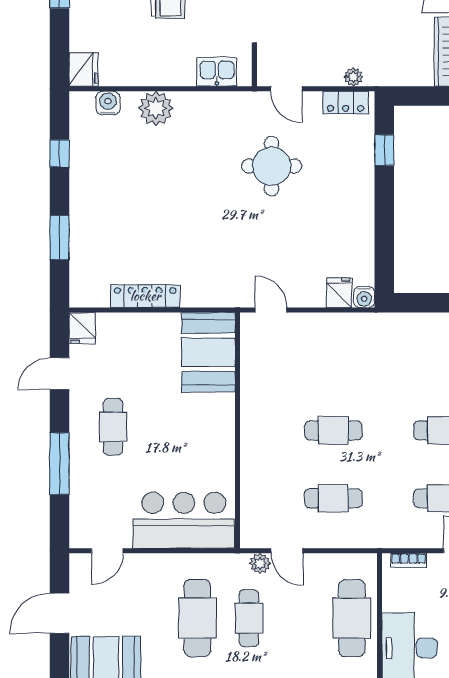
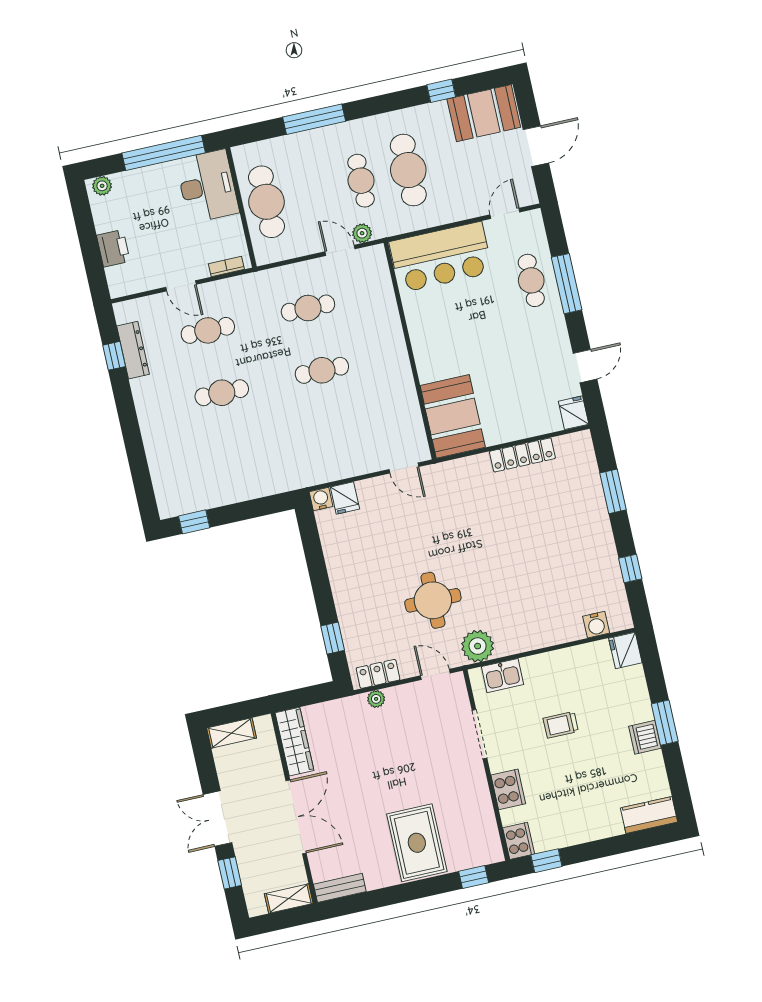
plant: (156, 108) -> (478, 646), moved
cafe table: (113, 427) -> (531, 280), moved

